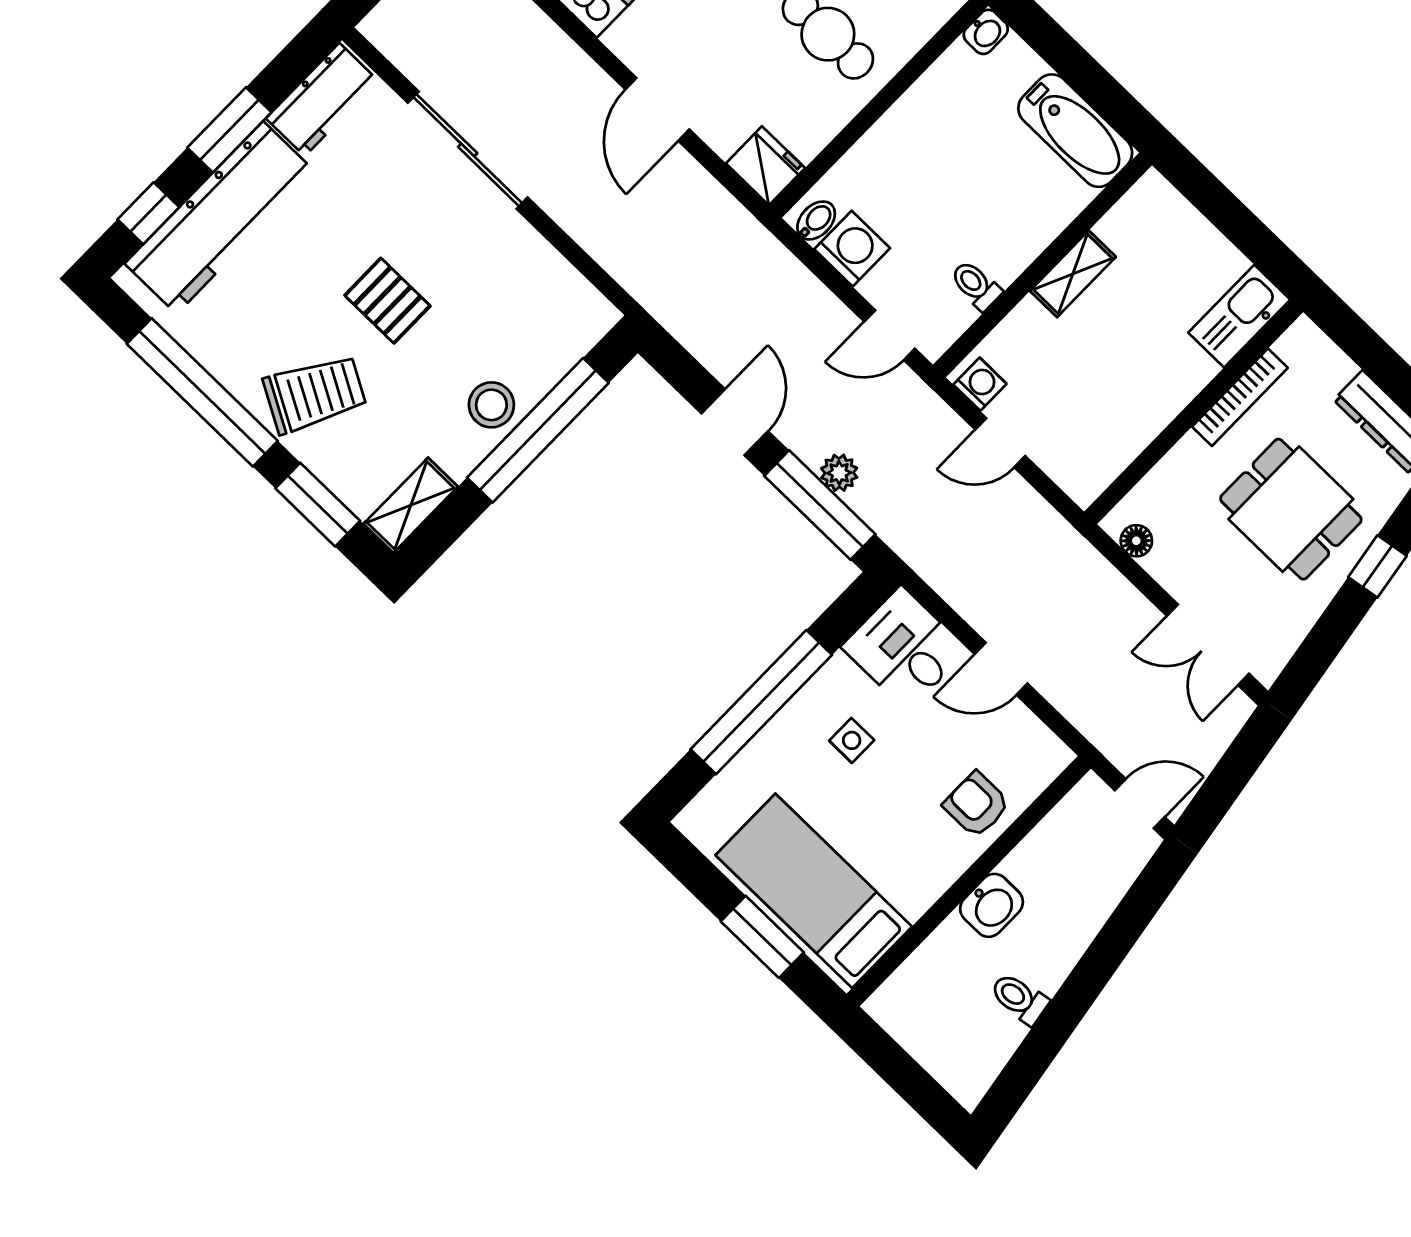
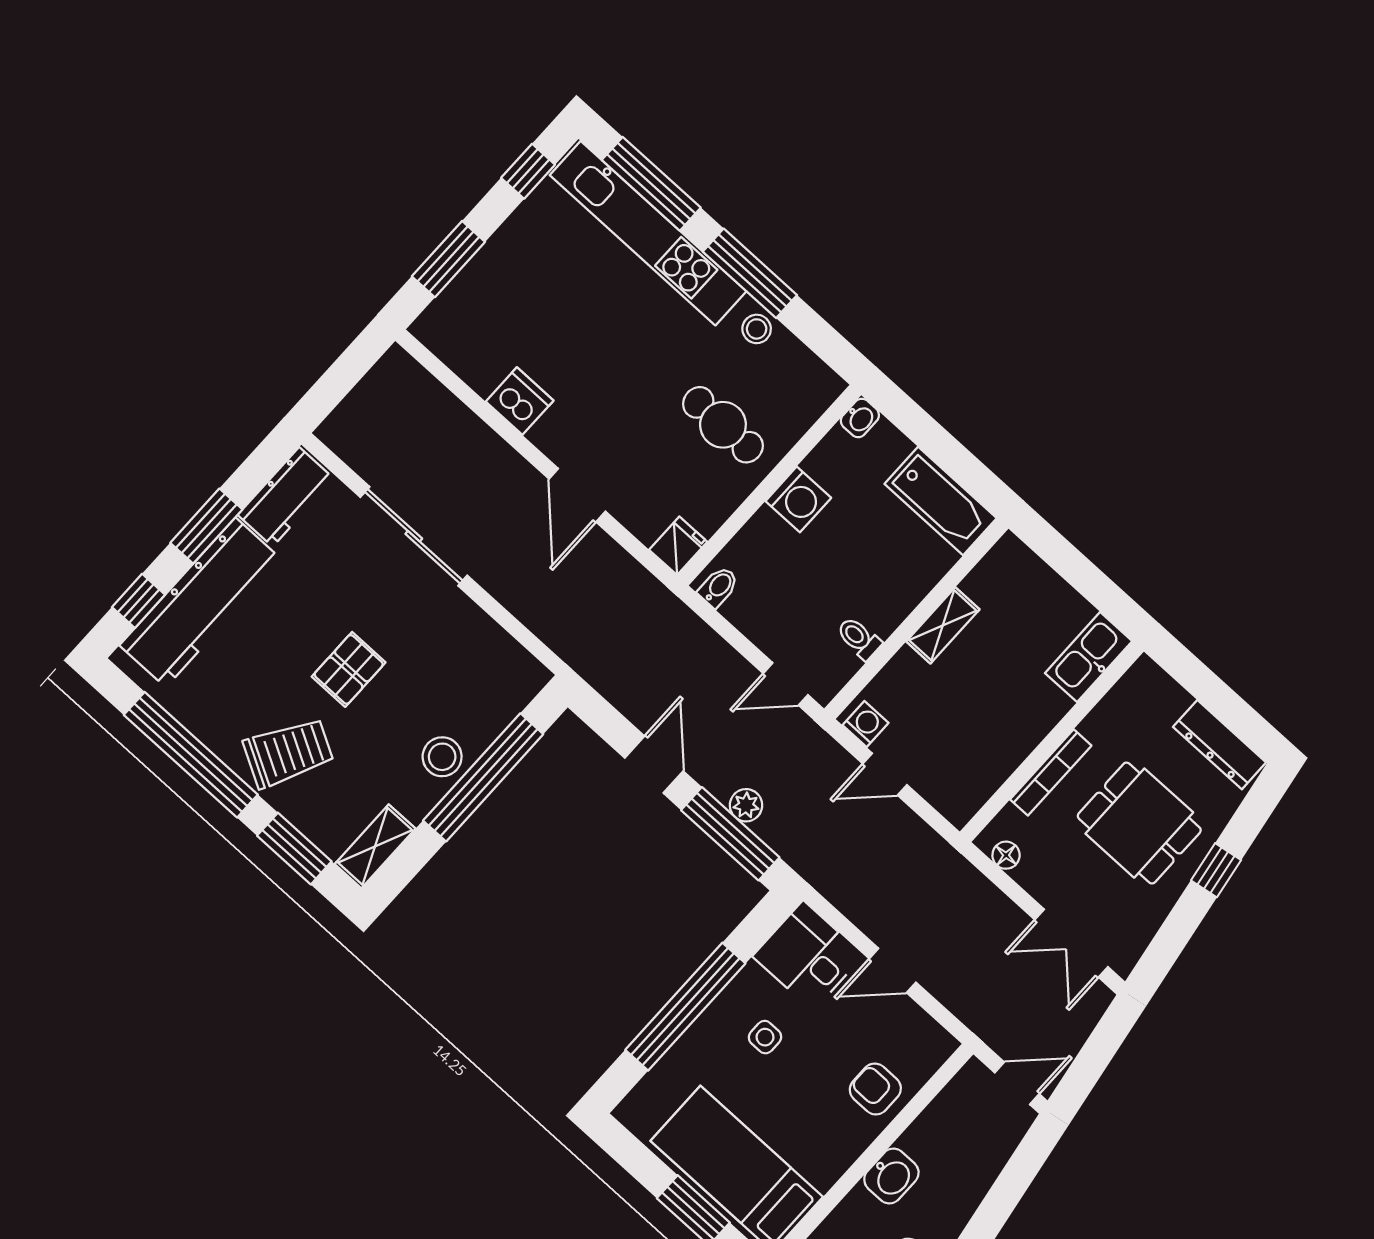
fridge: (765, 166) -> (678, 546), width x0.72
washing machine: (852, 249) -> (798, 499), moved, turned 90
pallet: (387, 301) -> (349, 669), turned 90
bookcase: (1240, 397) -> (1051, 772), moved

